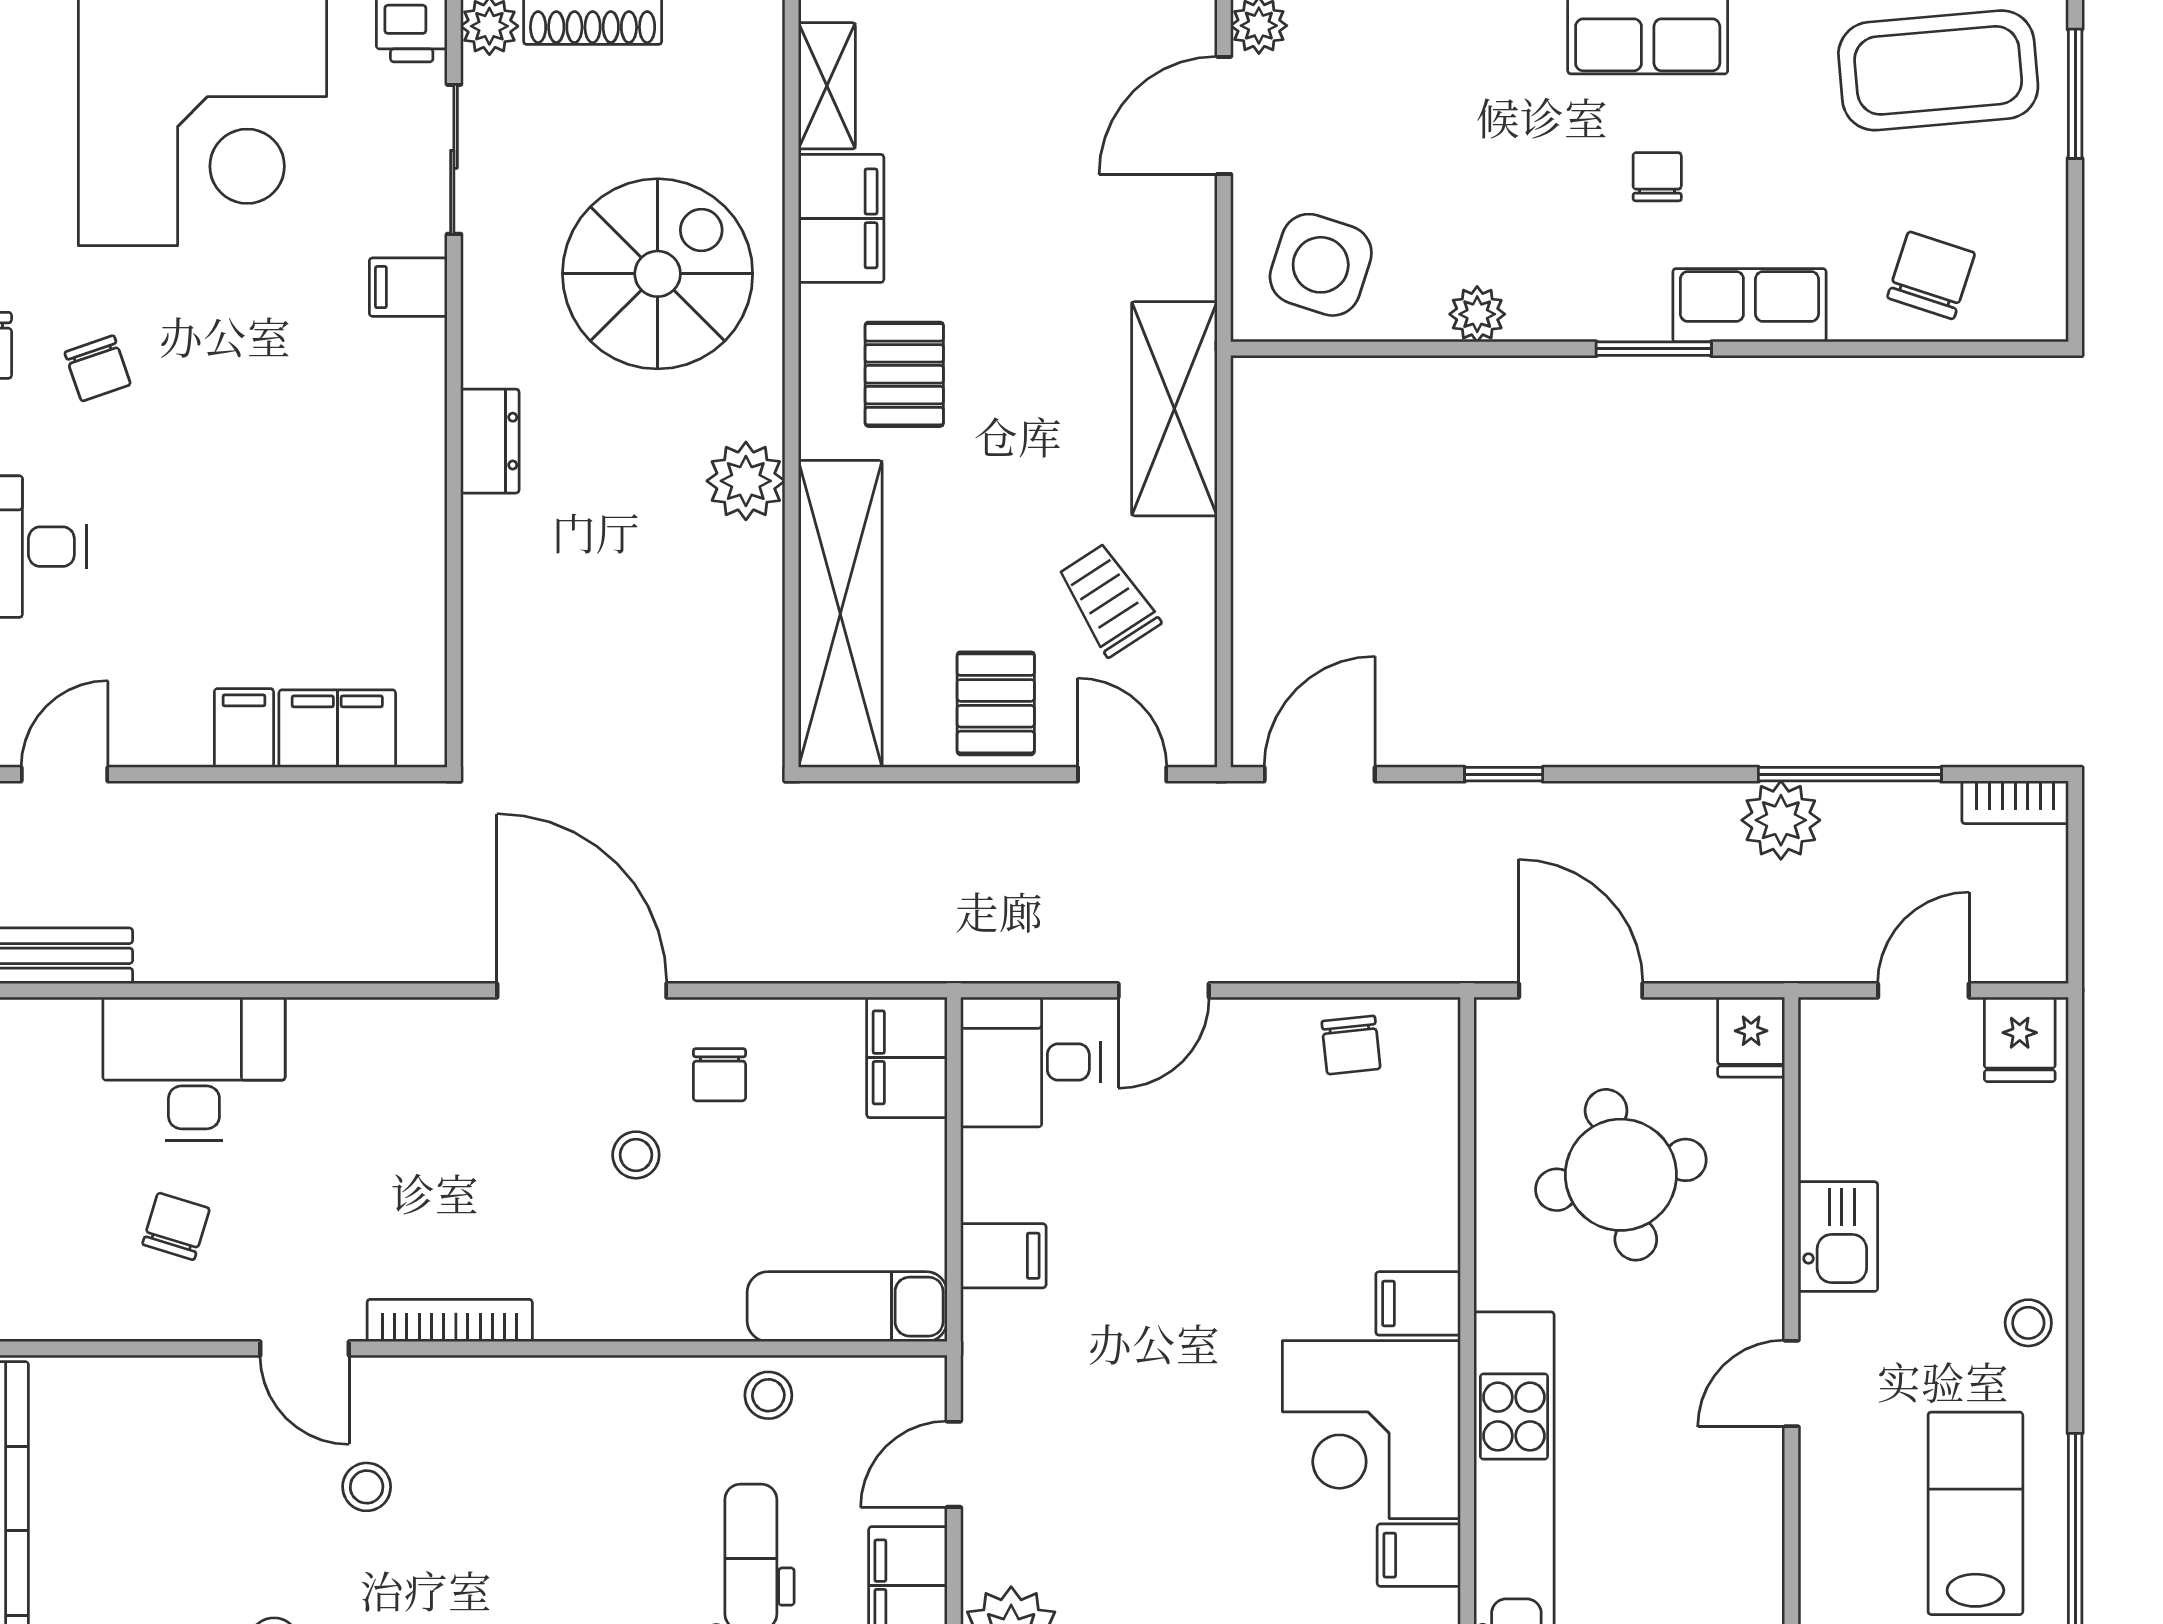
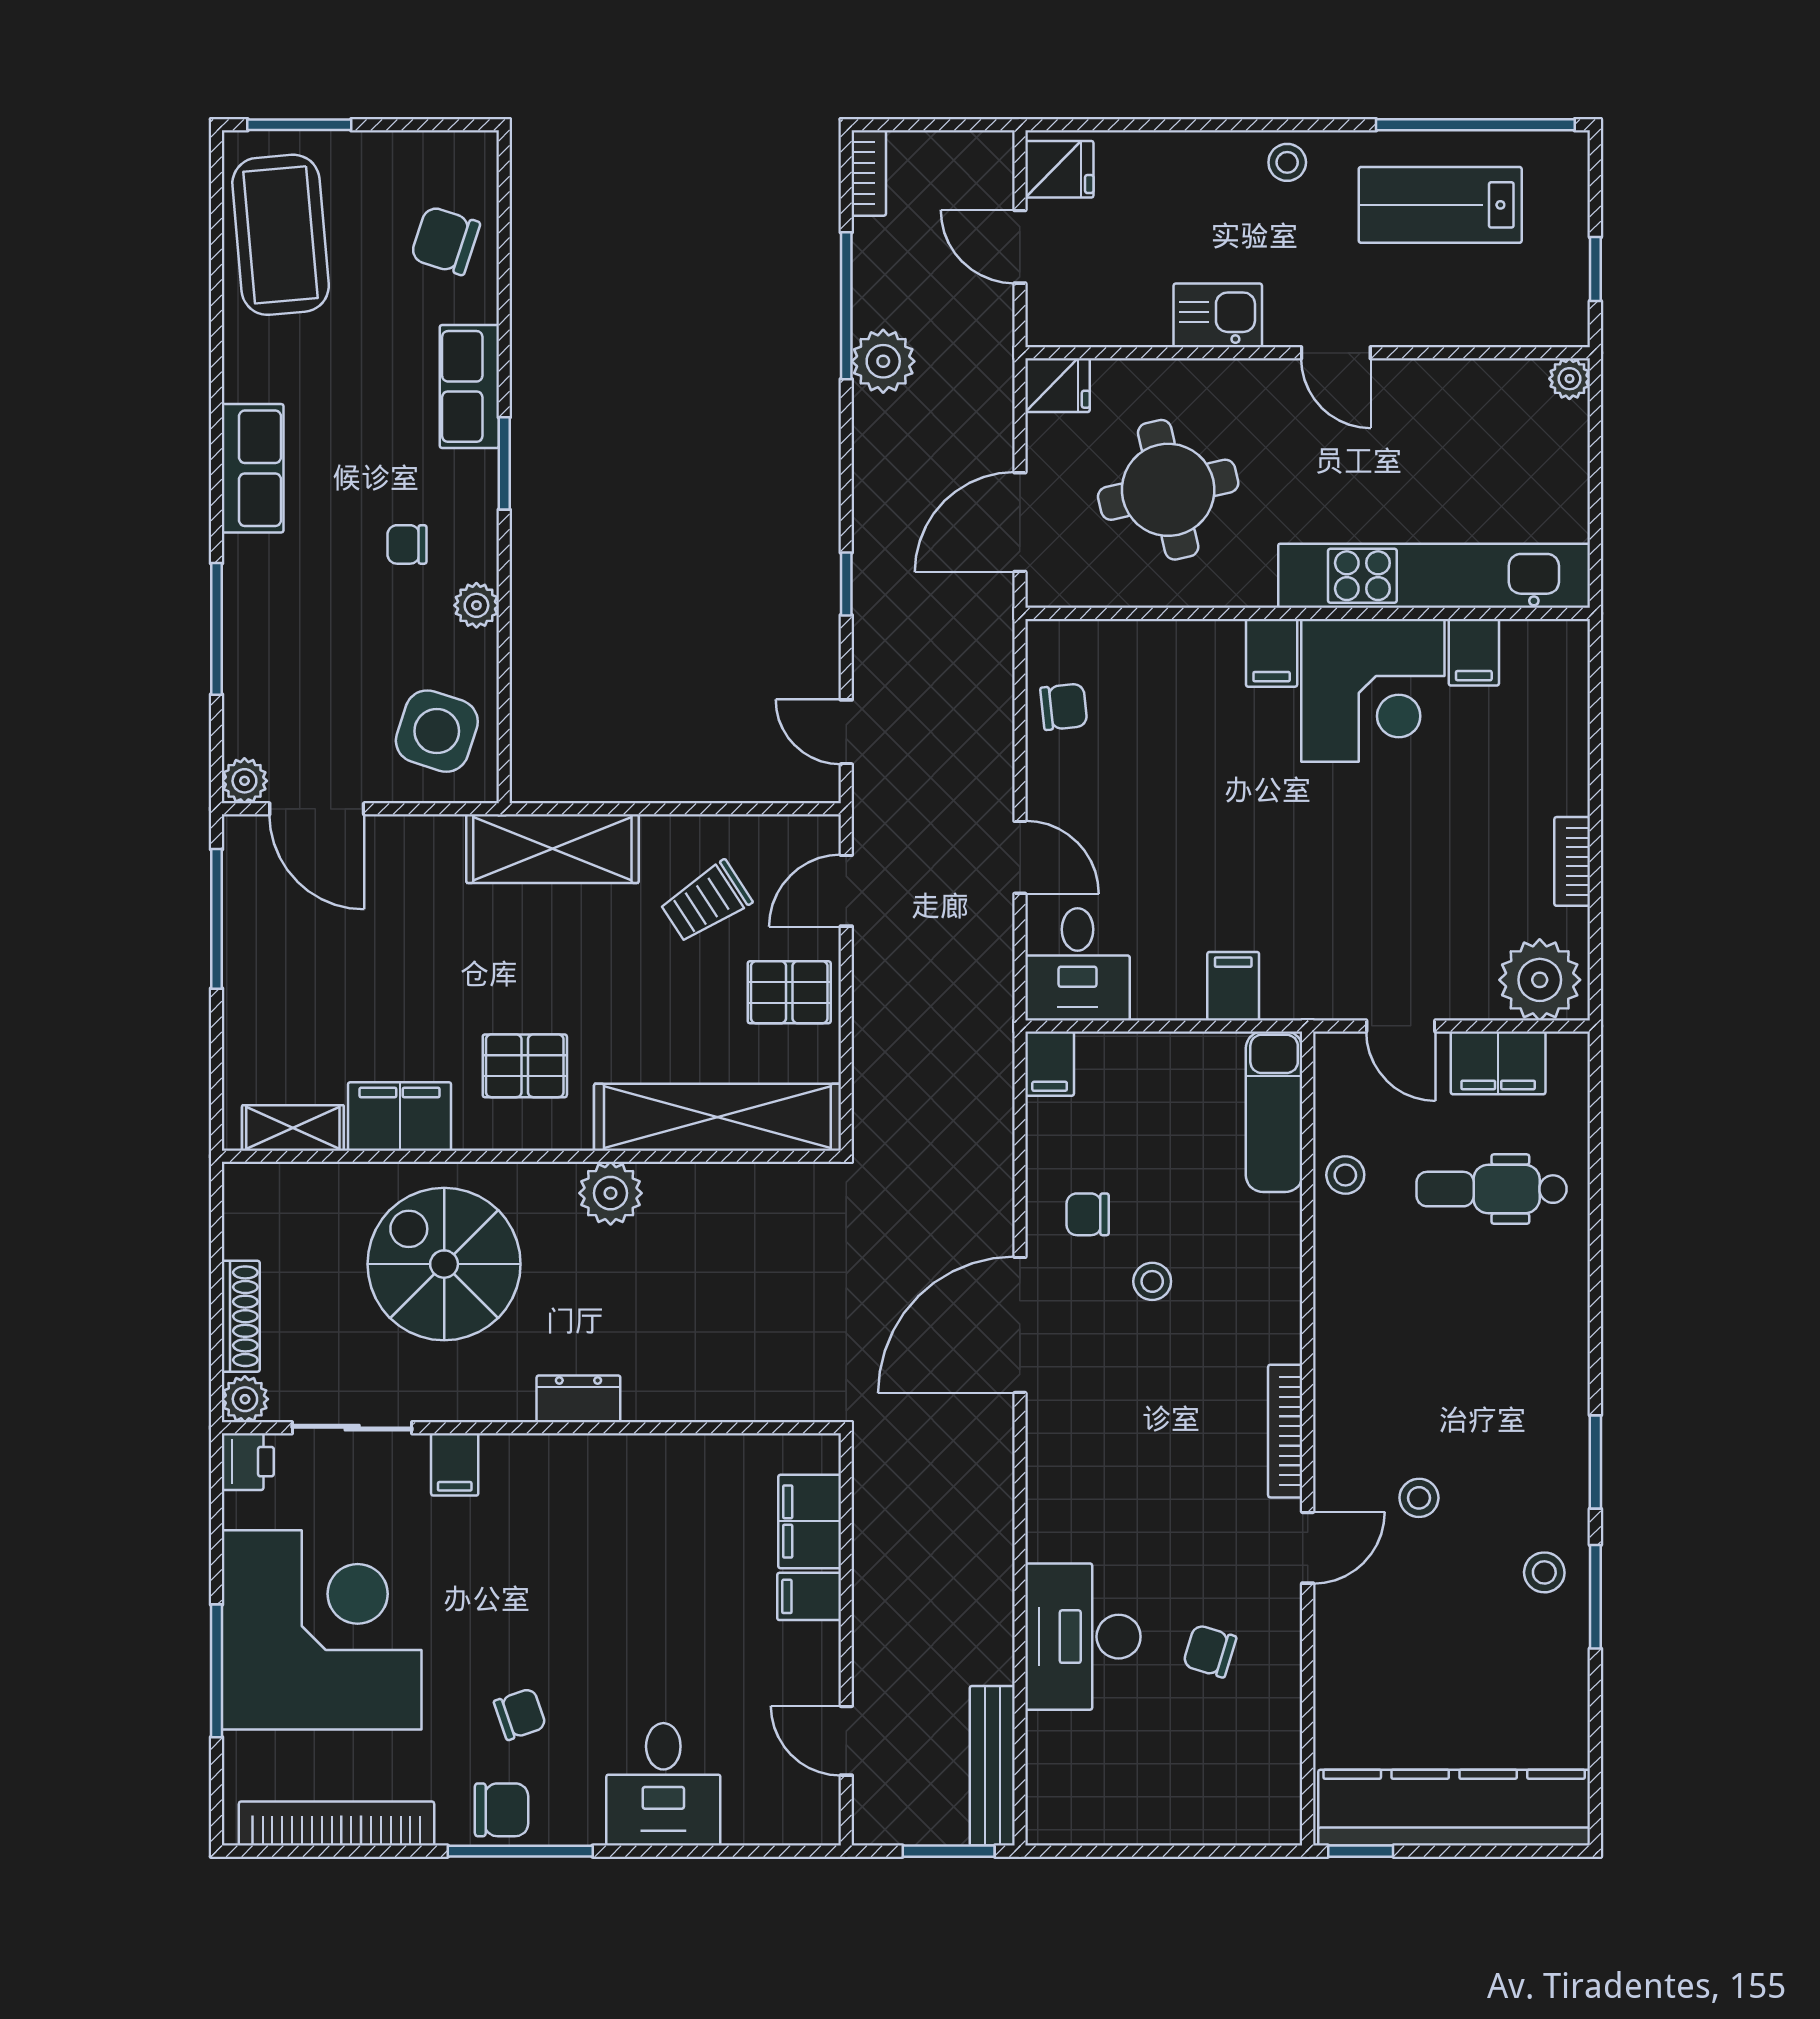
chair: (1657, 177) -> (407, 544), moved
door: (1320, 774) -> (846, 732), width x0.73
filing cabinet: (907, 1057) -> (1050, 1064), width x0.50
chair: (719, 1075) -> (1088, 1214), turned 180

